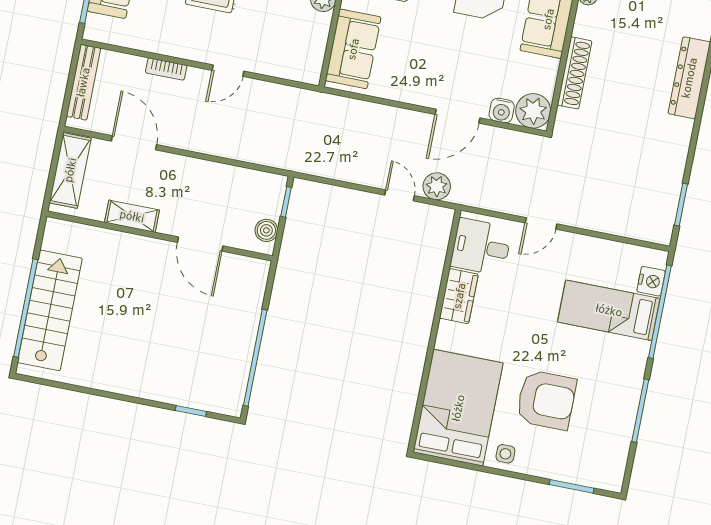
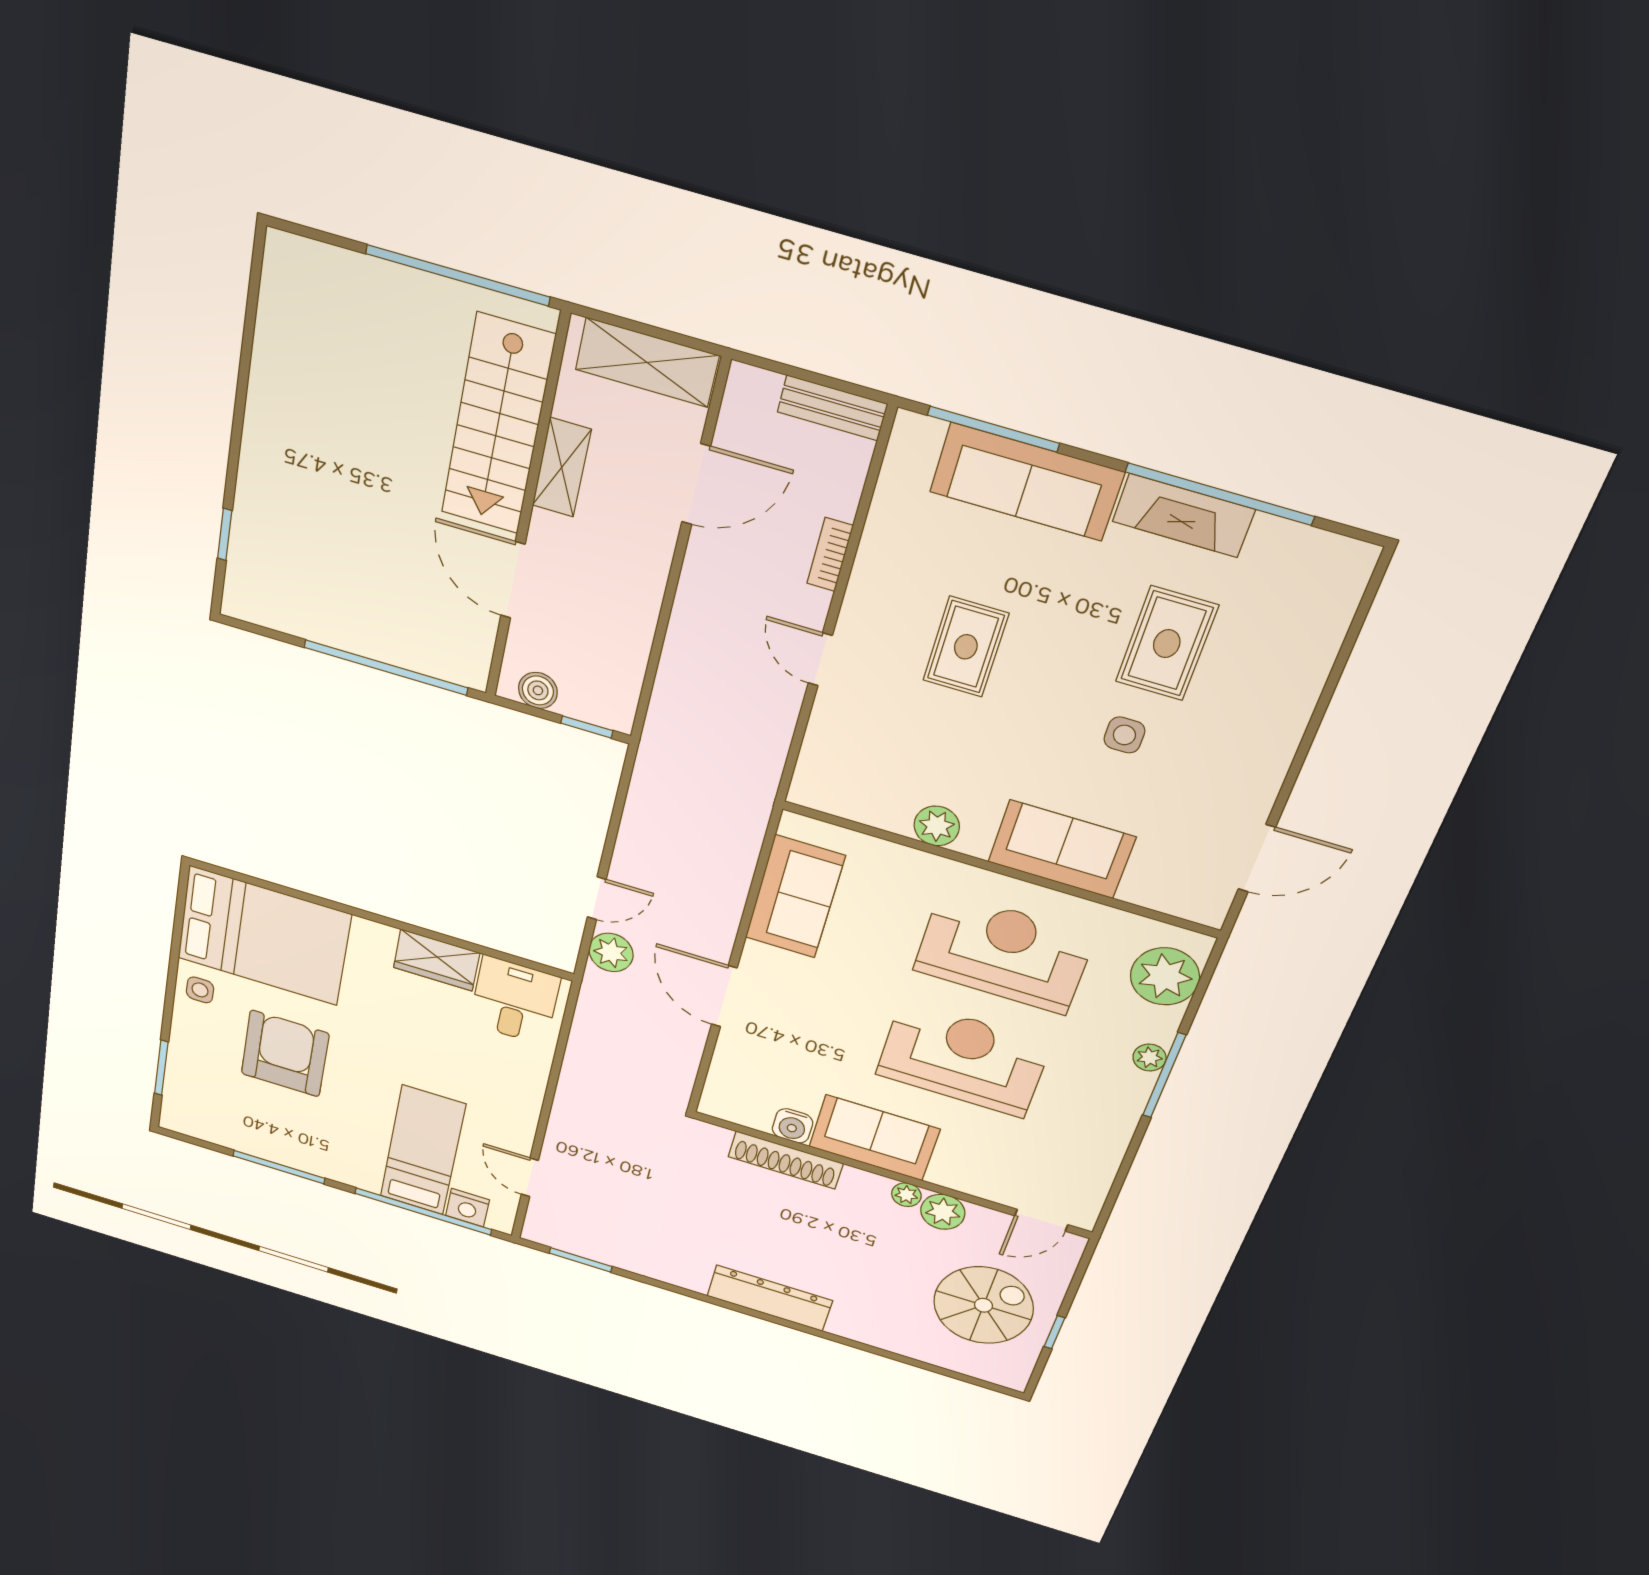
sofa: (353, 49) -> (795, 897), moved, turned -90
bench: (83, 82) -> (832, 408), width x0.73
water cooler: (502, 110) -> (793, 1126), moved, turned -90
plant: (533, 111) -> (728, 1099), removed
door: (541, 223) -> (530, 1177), moved
door: (200, 244) -> (513, 580), hinge flipped
window: (26, 308) -> (458, 275), moved
stairs: (50, 310) -> (498, 425), moved, turned 90
window: (255, 358) -> (386, 668), moved
armchair: (546, 400) -> (285, 1054), turned 180

